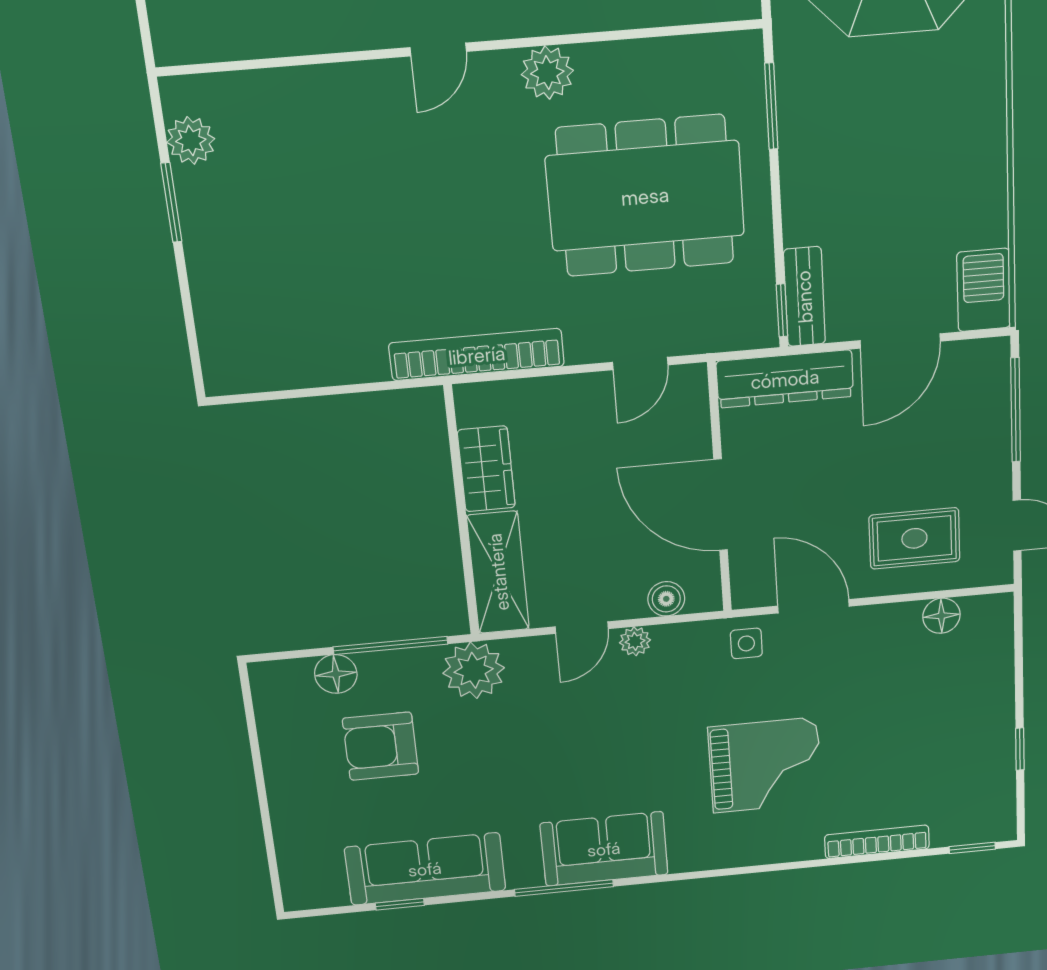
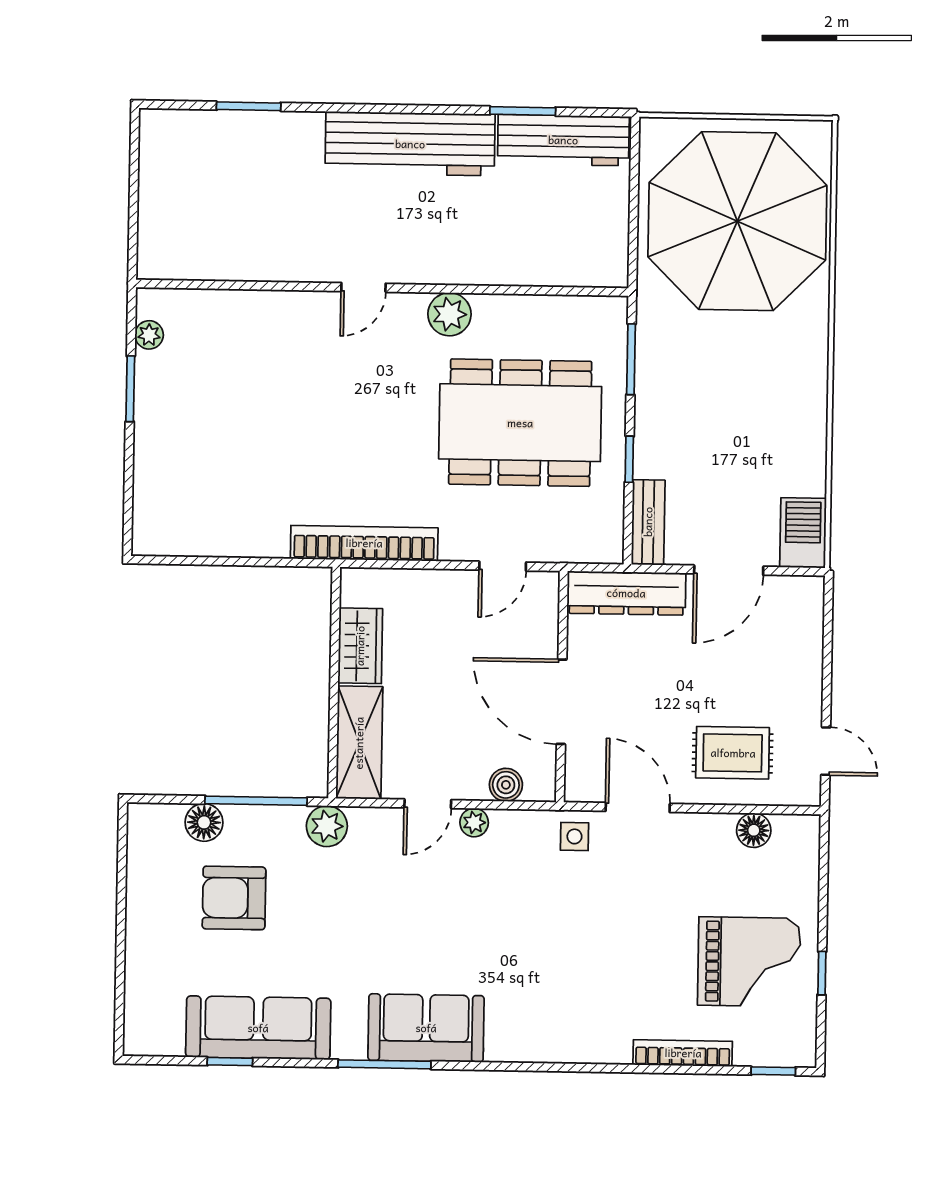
plant: (191, 140) -> (149, 335), width x0.73, depth x0.73
window: (782, 310) -> (629, 459), moved
window: (1016, 410) -> (828, 643), removed
plant: (474, 670) -> (327, 826), width x0.73, depth x0.73
grand piano: (765, 765) -> (749, 962), moved

